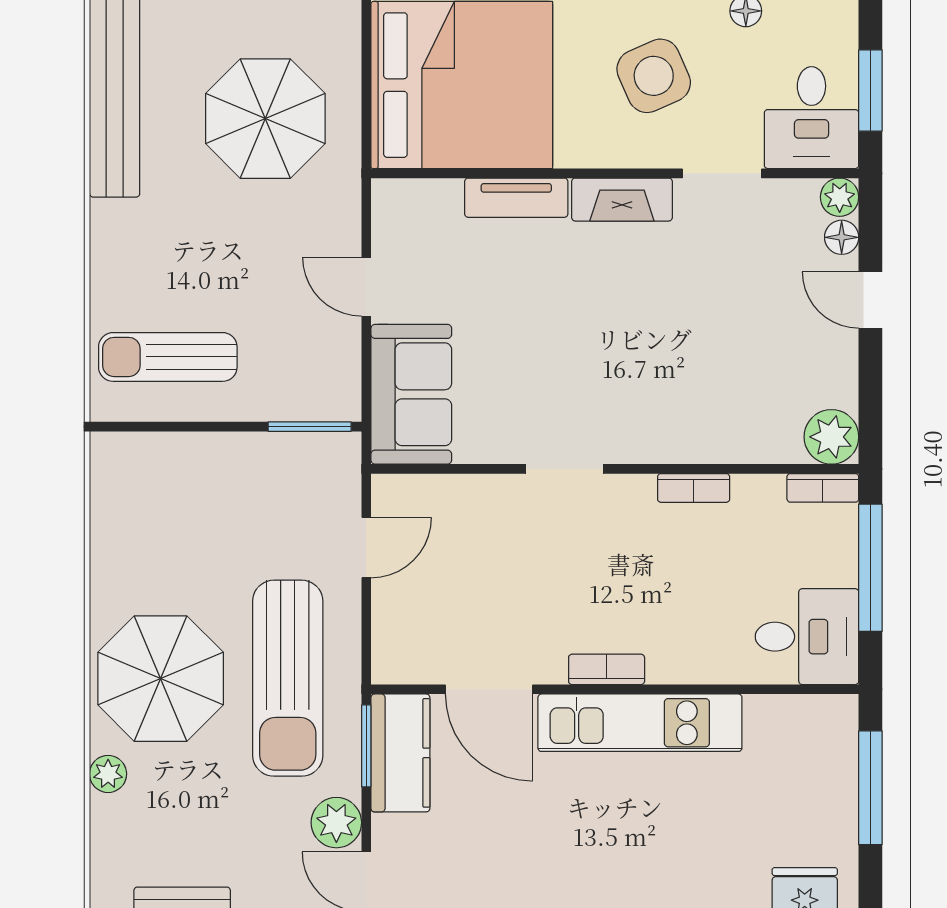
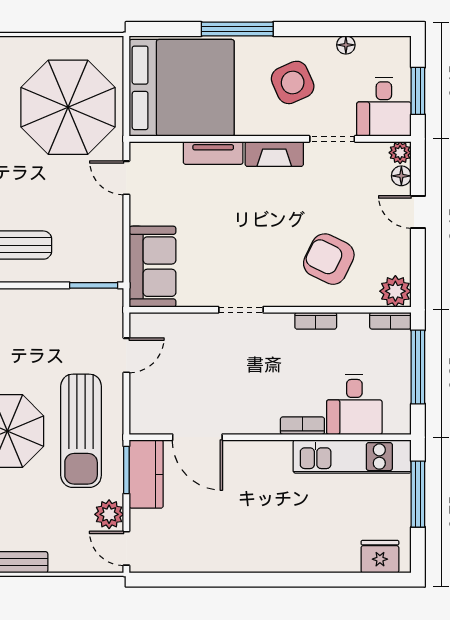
parasol: (265, 119) -> (68, 107), width x1.36, depth x1.36
door: (366, 287) -> (126, 178), moved
armchair: (716, 381) -> (329, 259), added
desk: (807, 637) -> (354, 405), moved, turned 90
bookcase: (607, 669) -> (302, 426), moved
kitchen unit: (640, 723) -> (352, 457), moved

